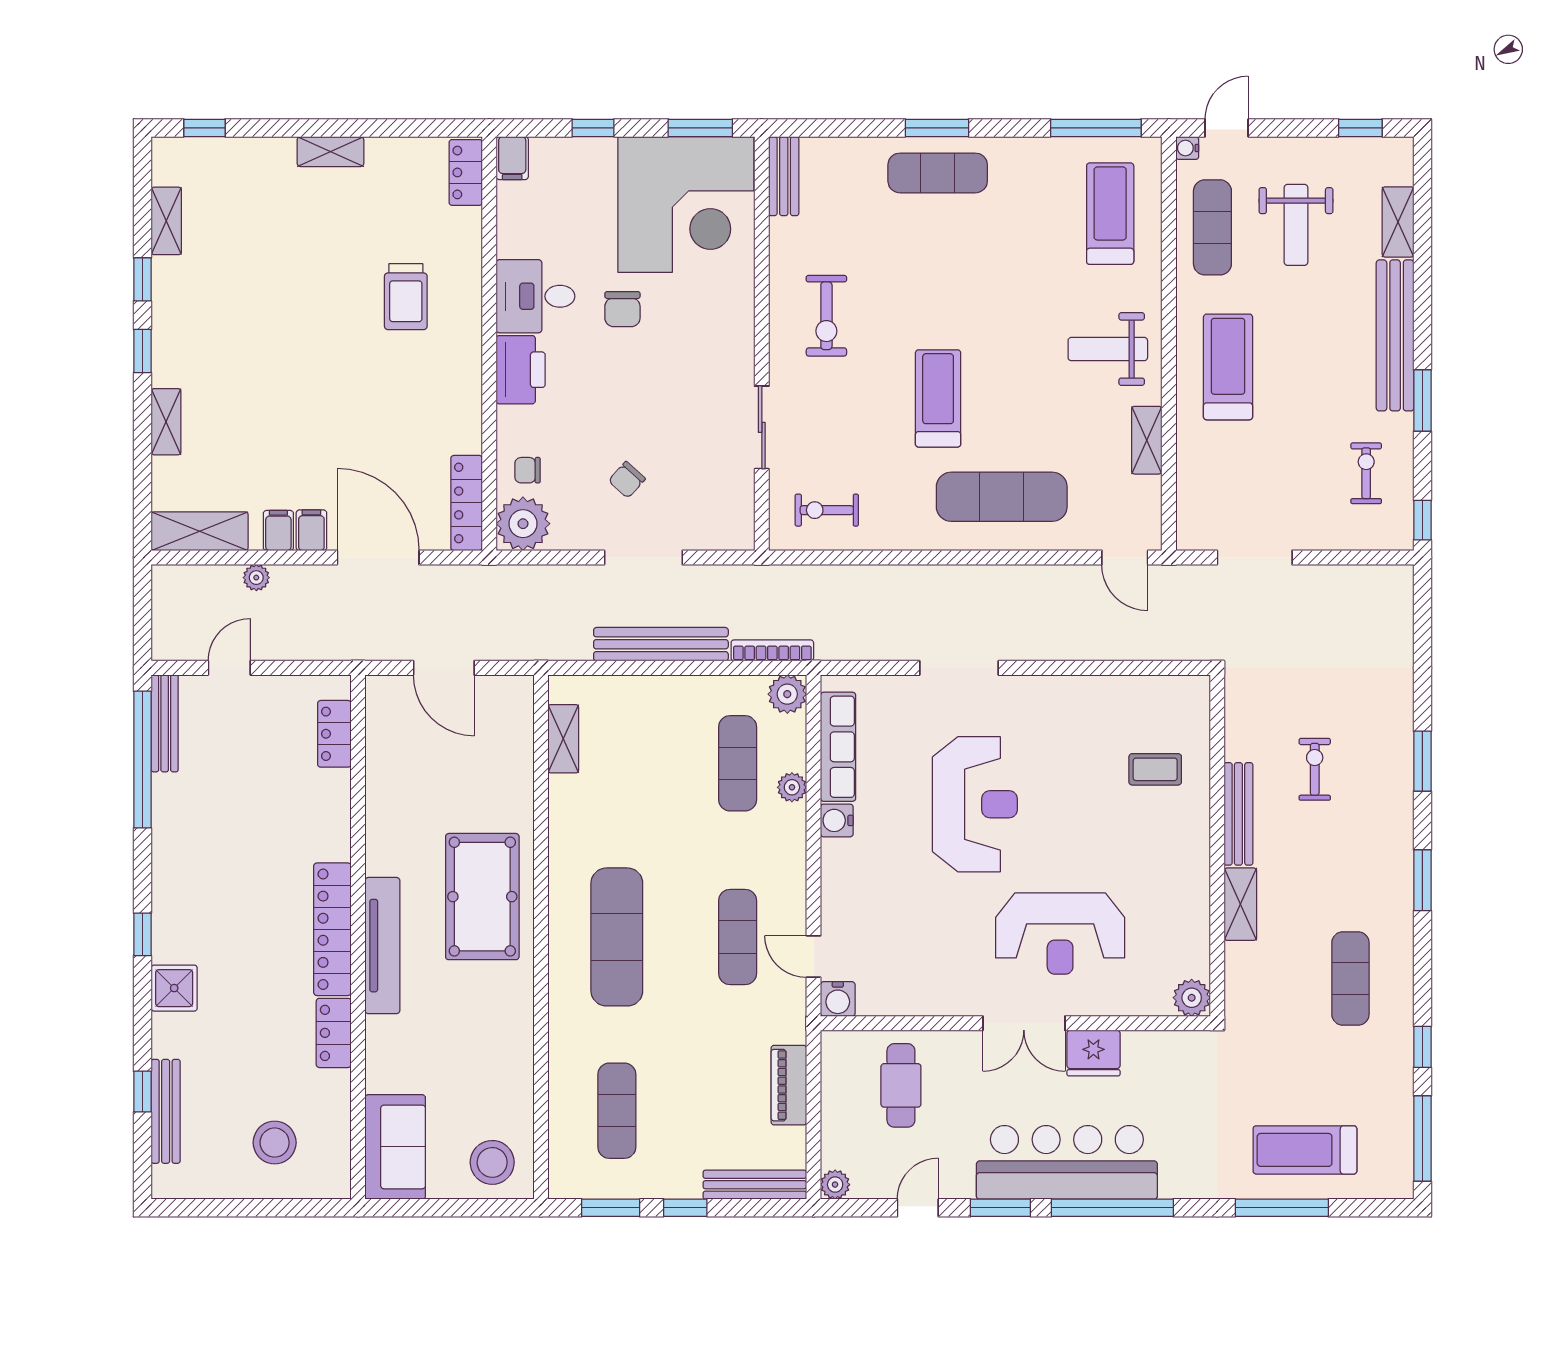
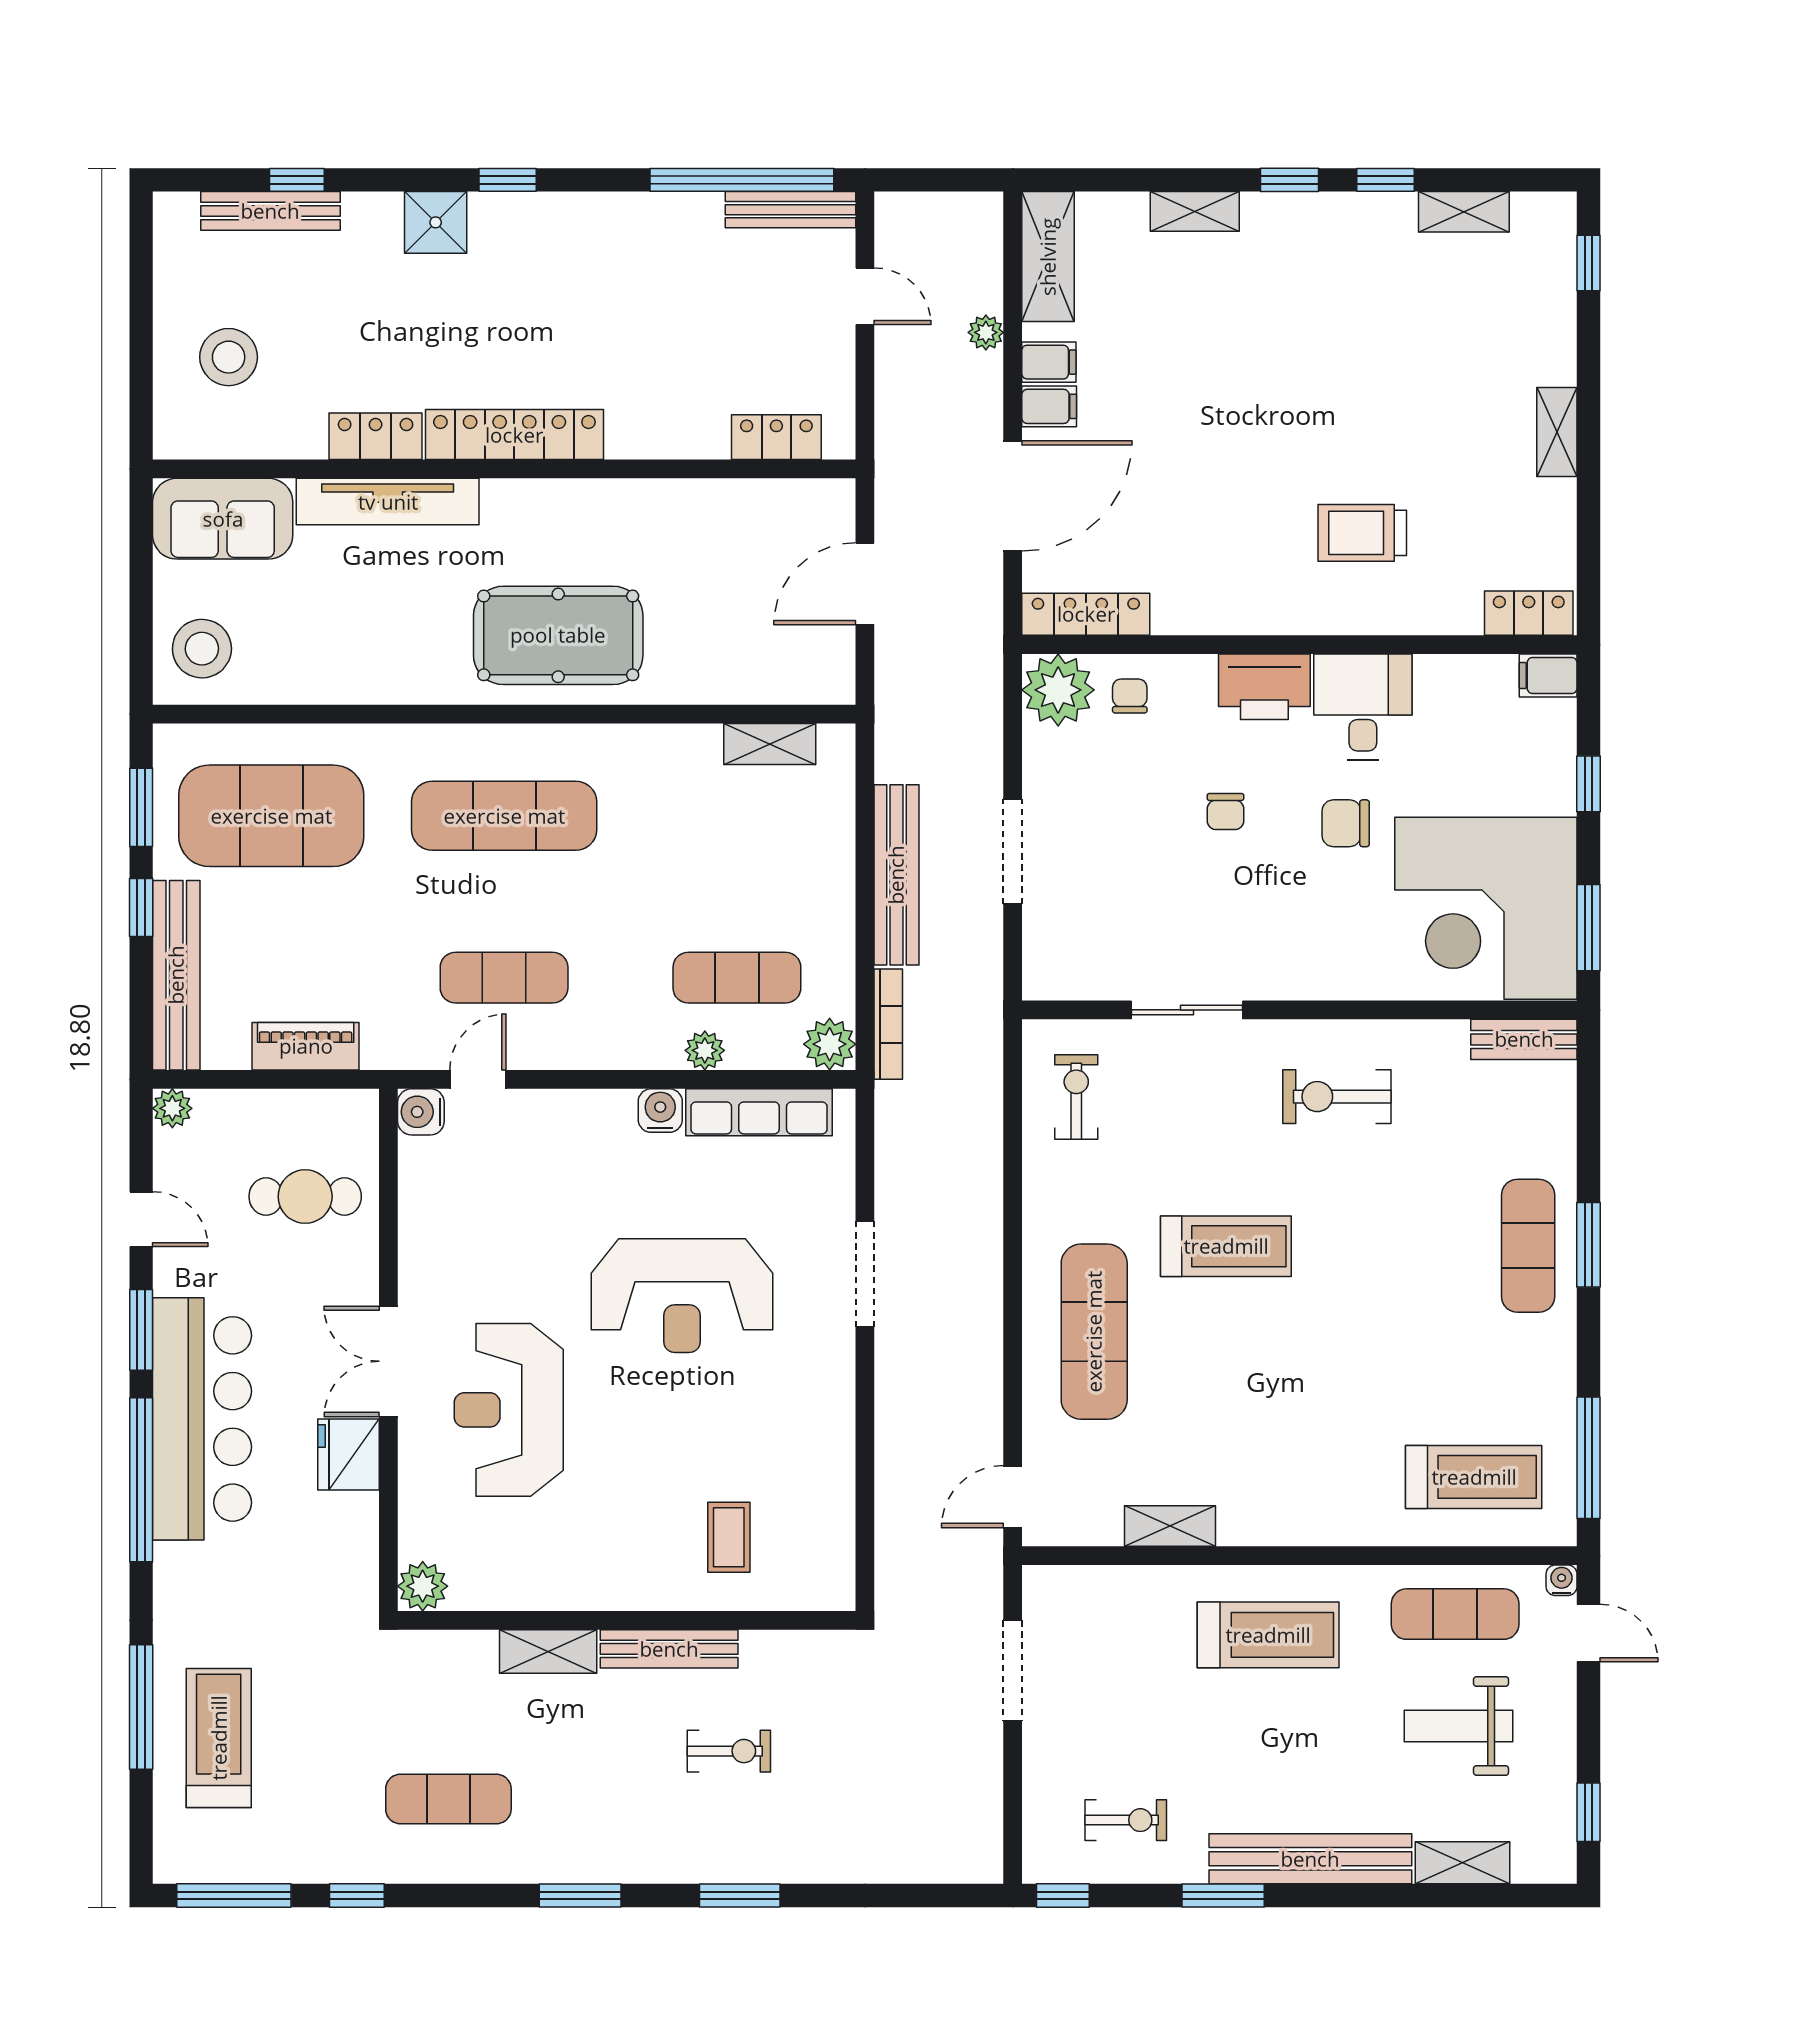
weight bench: (1108, 349) -> (1292, 1474), removed
chair: (627, 480) -> (1225, 812), moved, turned -132
tv unit: (382, 946) -> (388, 502), moved
exercise mat: (617, 1111) -> (271, 816), width x2.00, depth x1.45
bench: (755, 1185) -> (176, 975), width x1.37, depth x1.21

